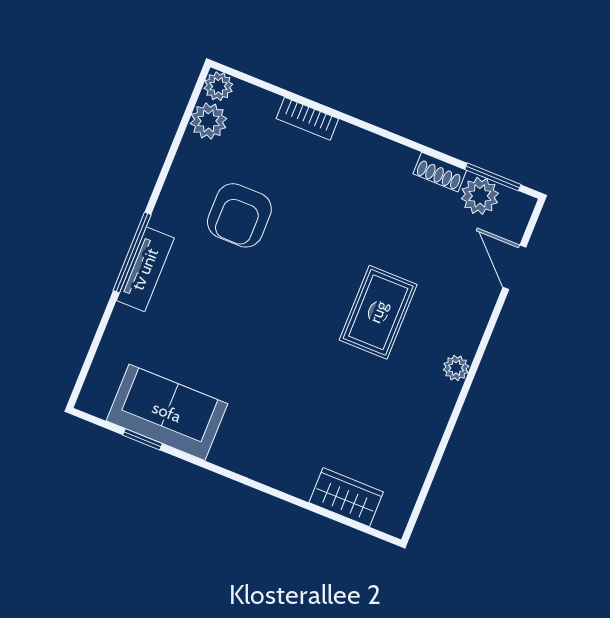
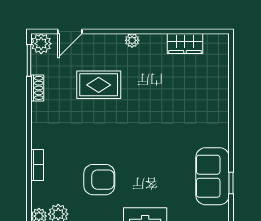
plant: (480, 196) -> (41, 44), moved
rug: (378, 312) -> (99, 85), moved
wardrobe: (346, 497) -> (185, 43), moved, turned -90

